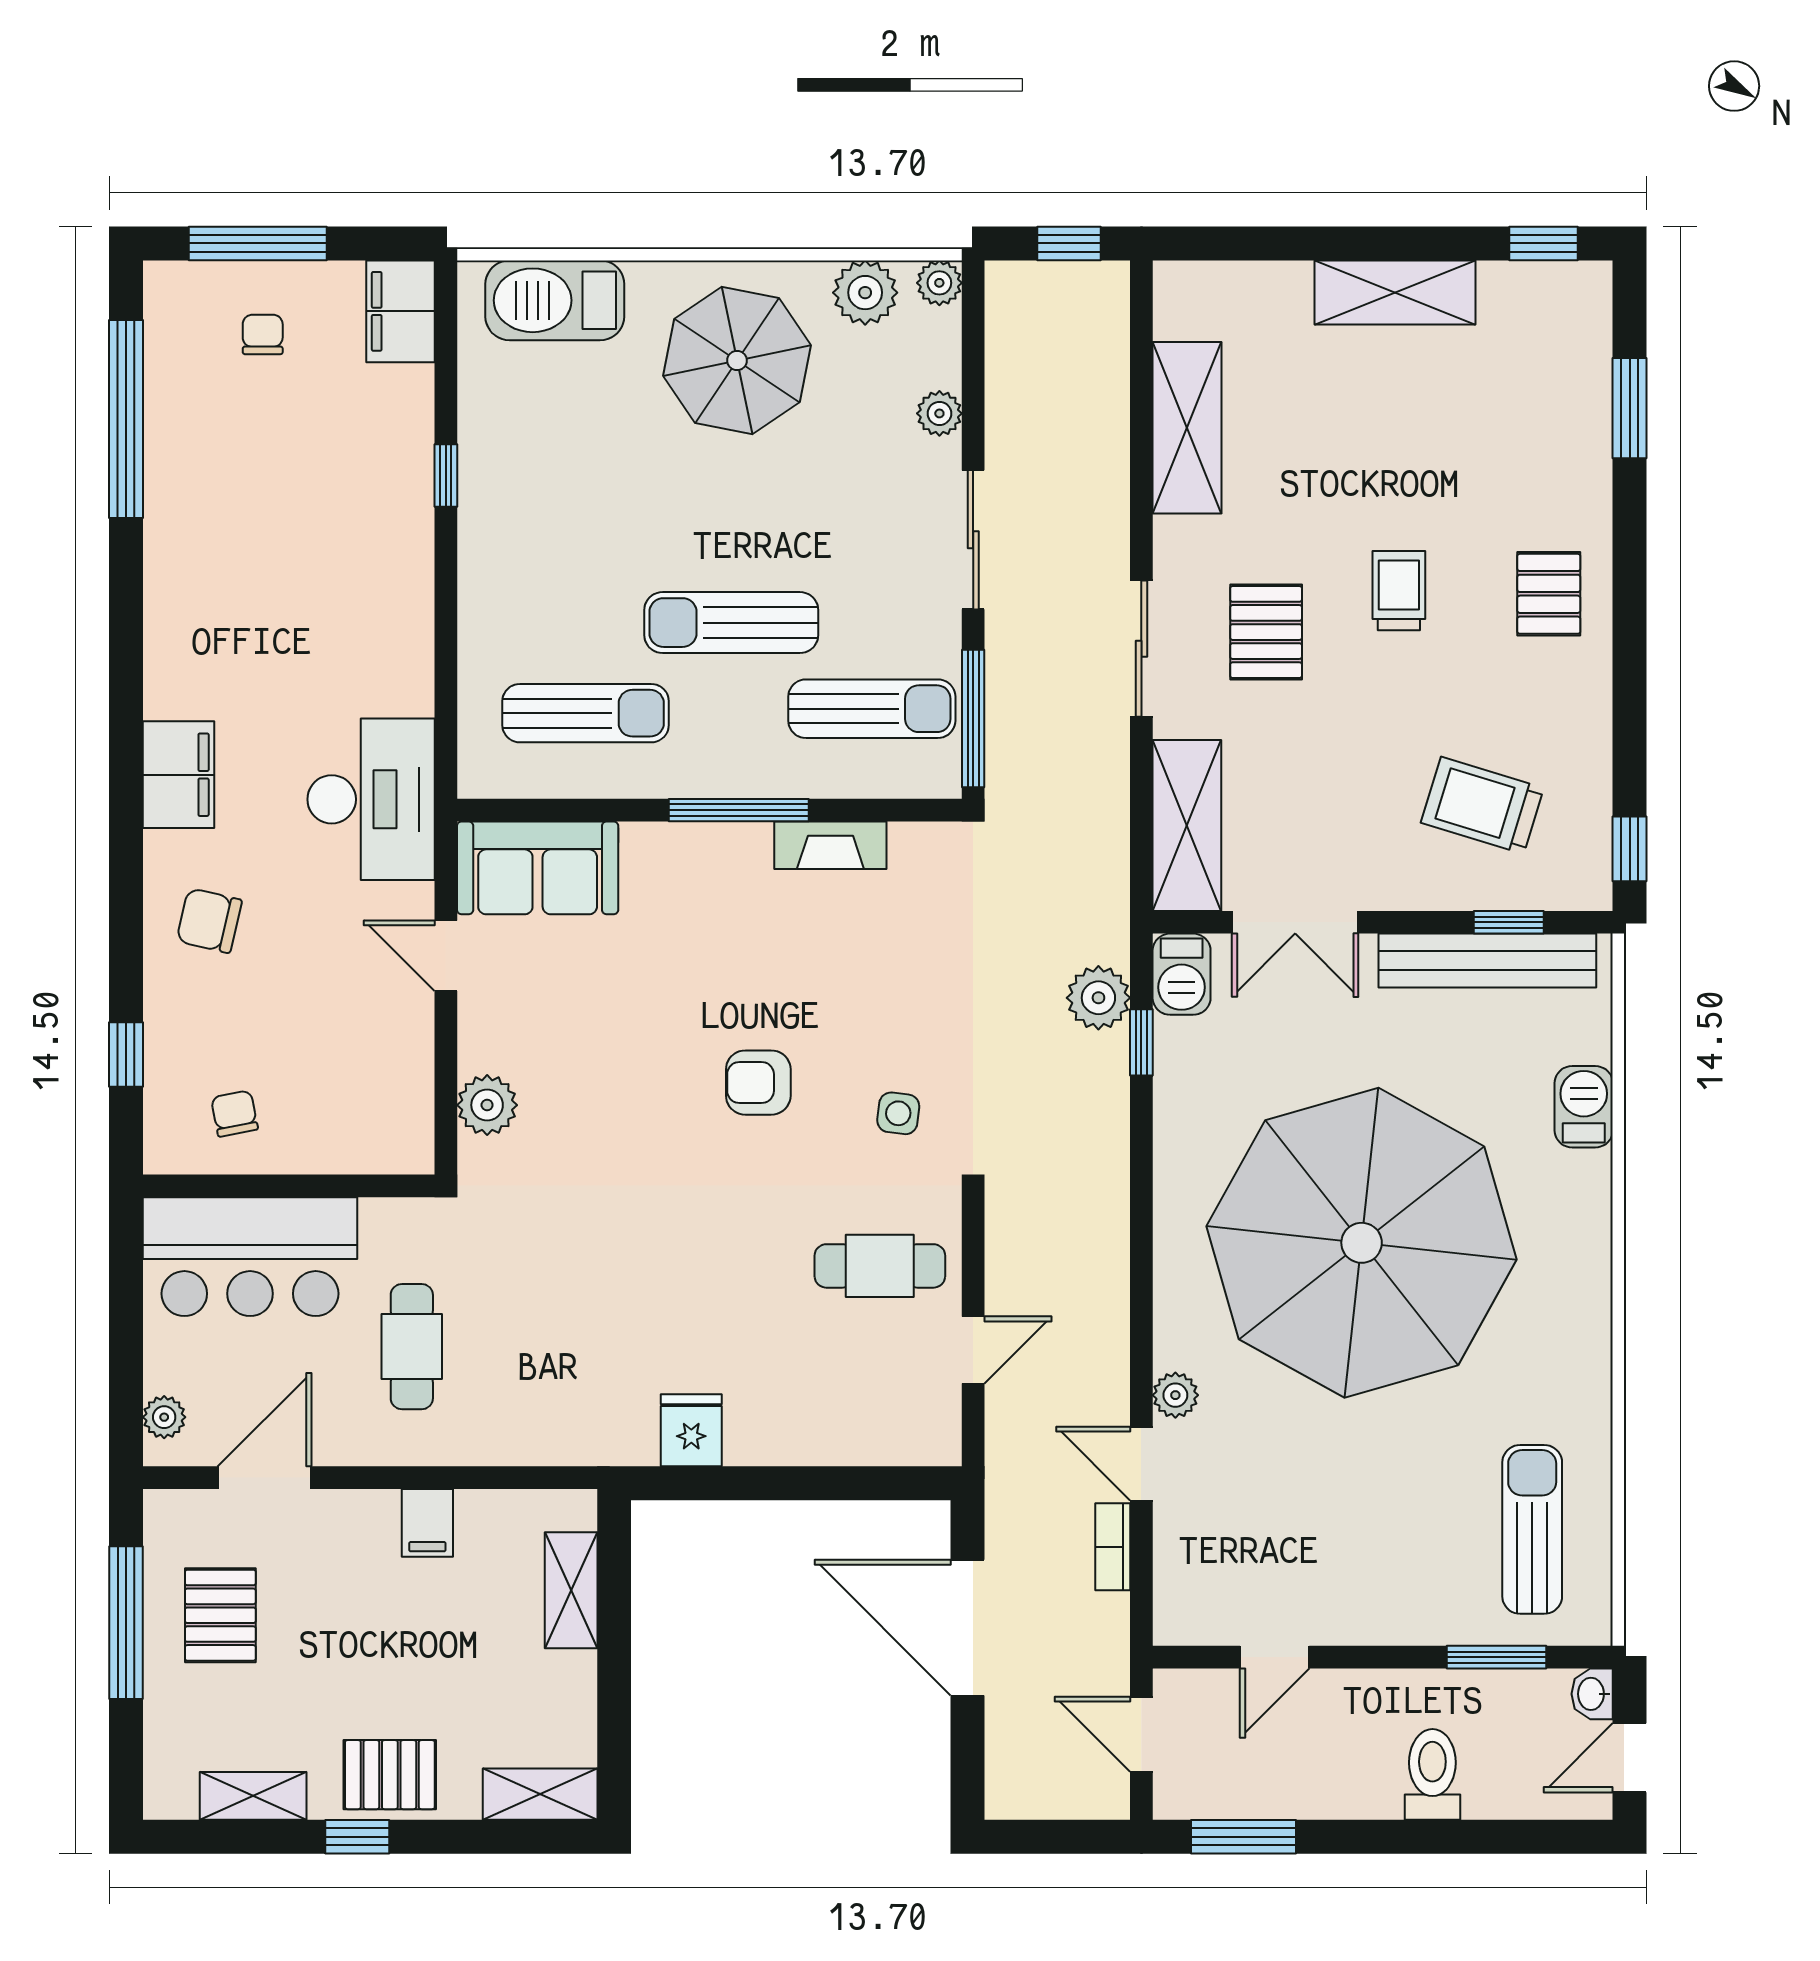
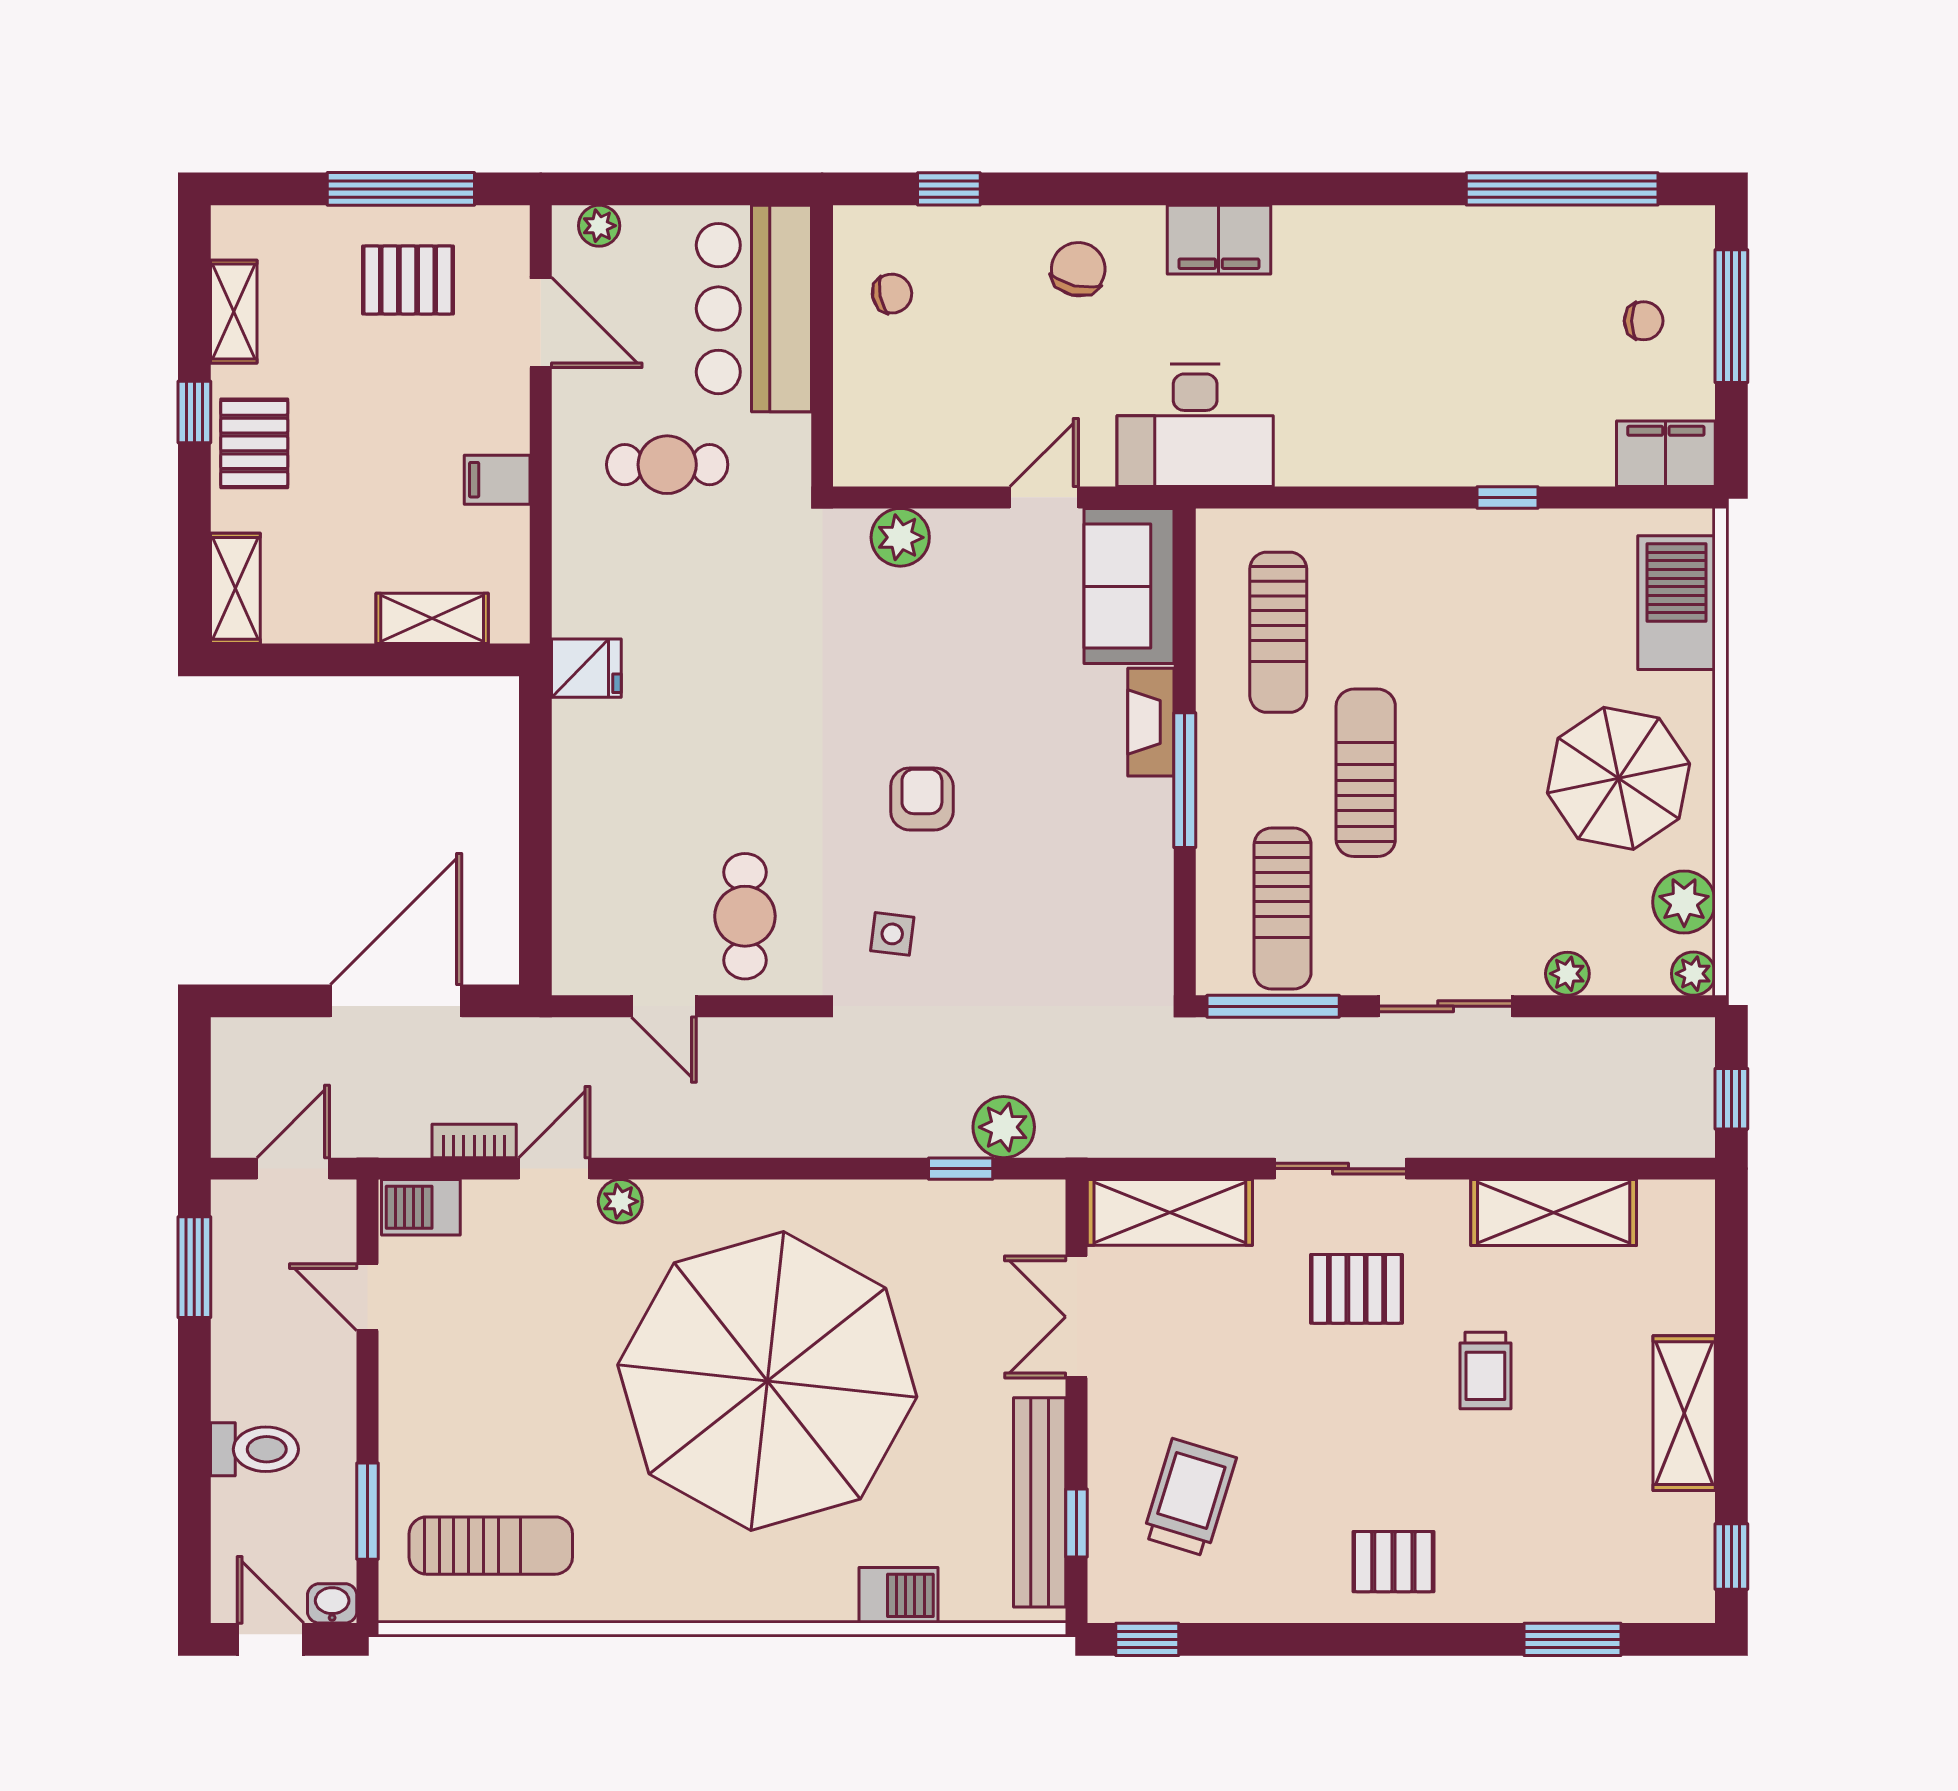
trolley: (1399, 591) -> (1485, 1371), moved, turned 90
fireplace: (830, 845) -> (1151, 722), moved
barbecue: (1182, 974) -> (421, 1207), moved
fridge: (691, 1430) -> (586, 668), moved

